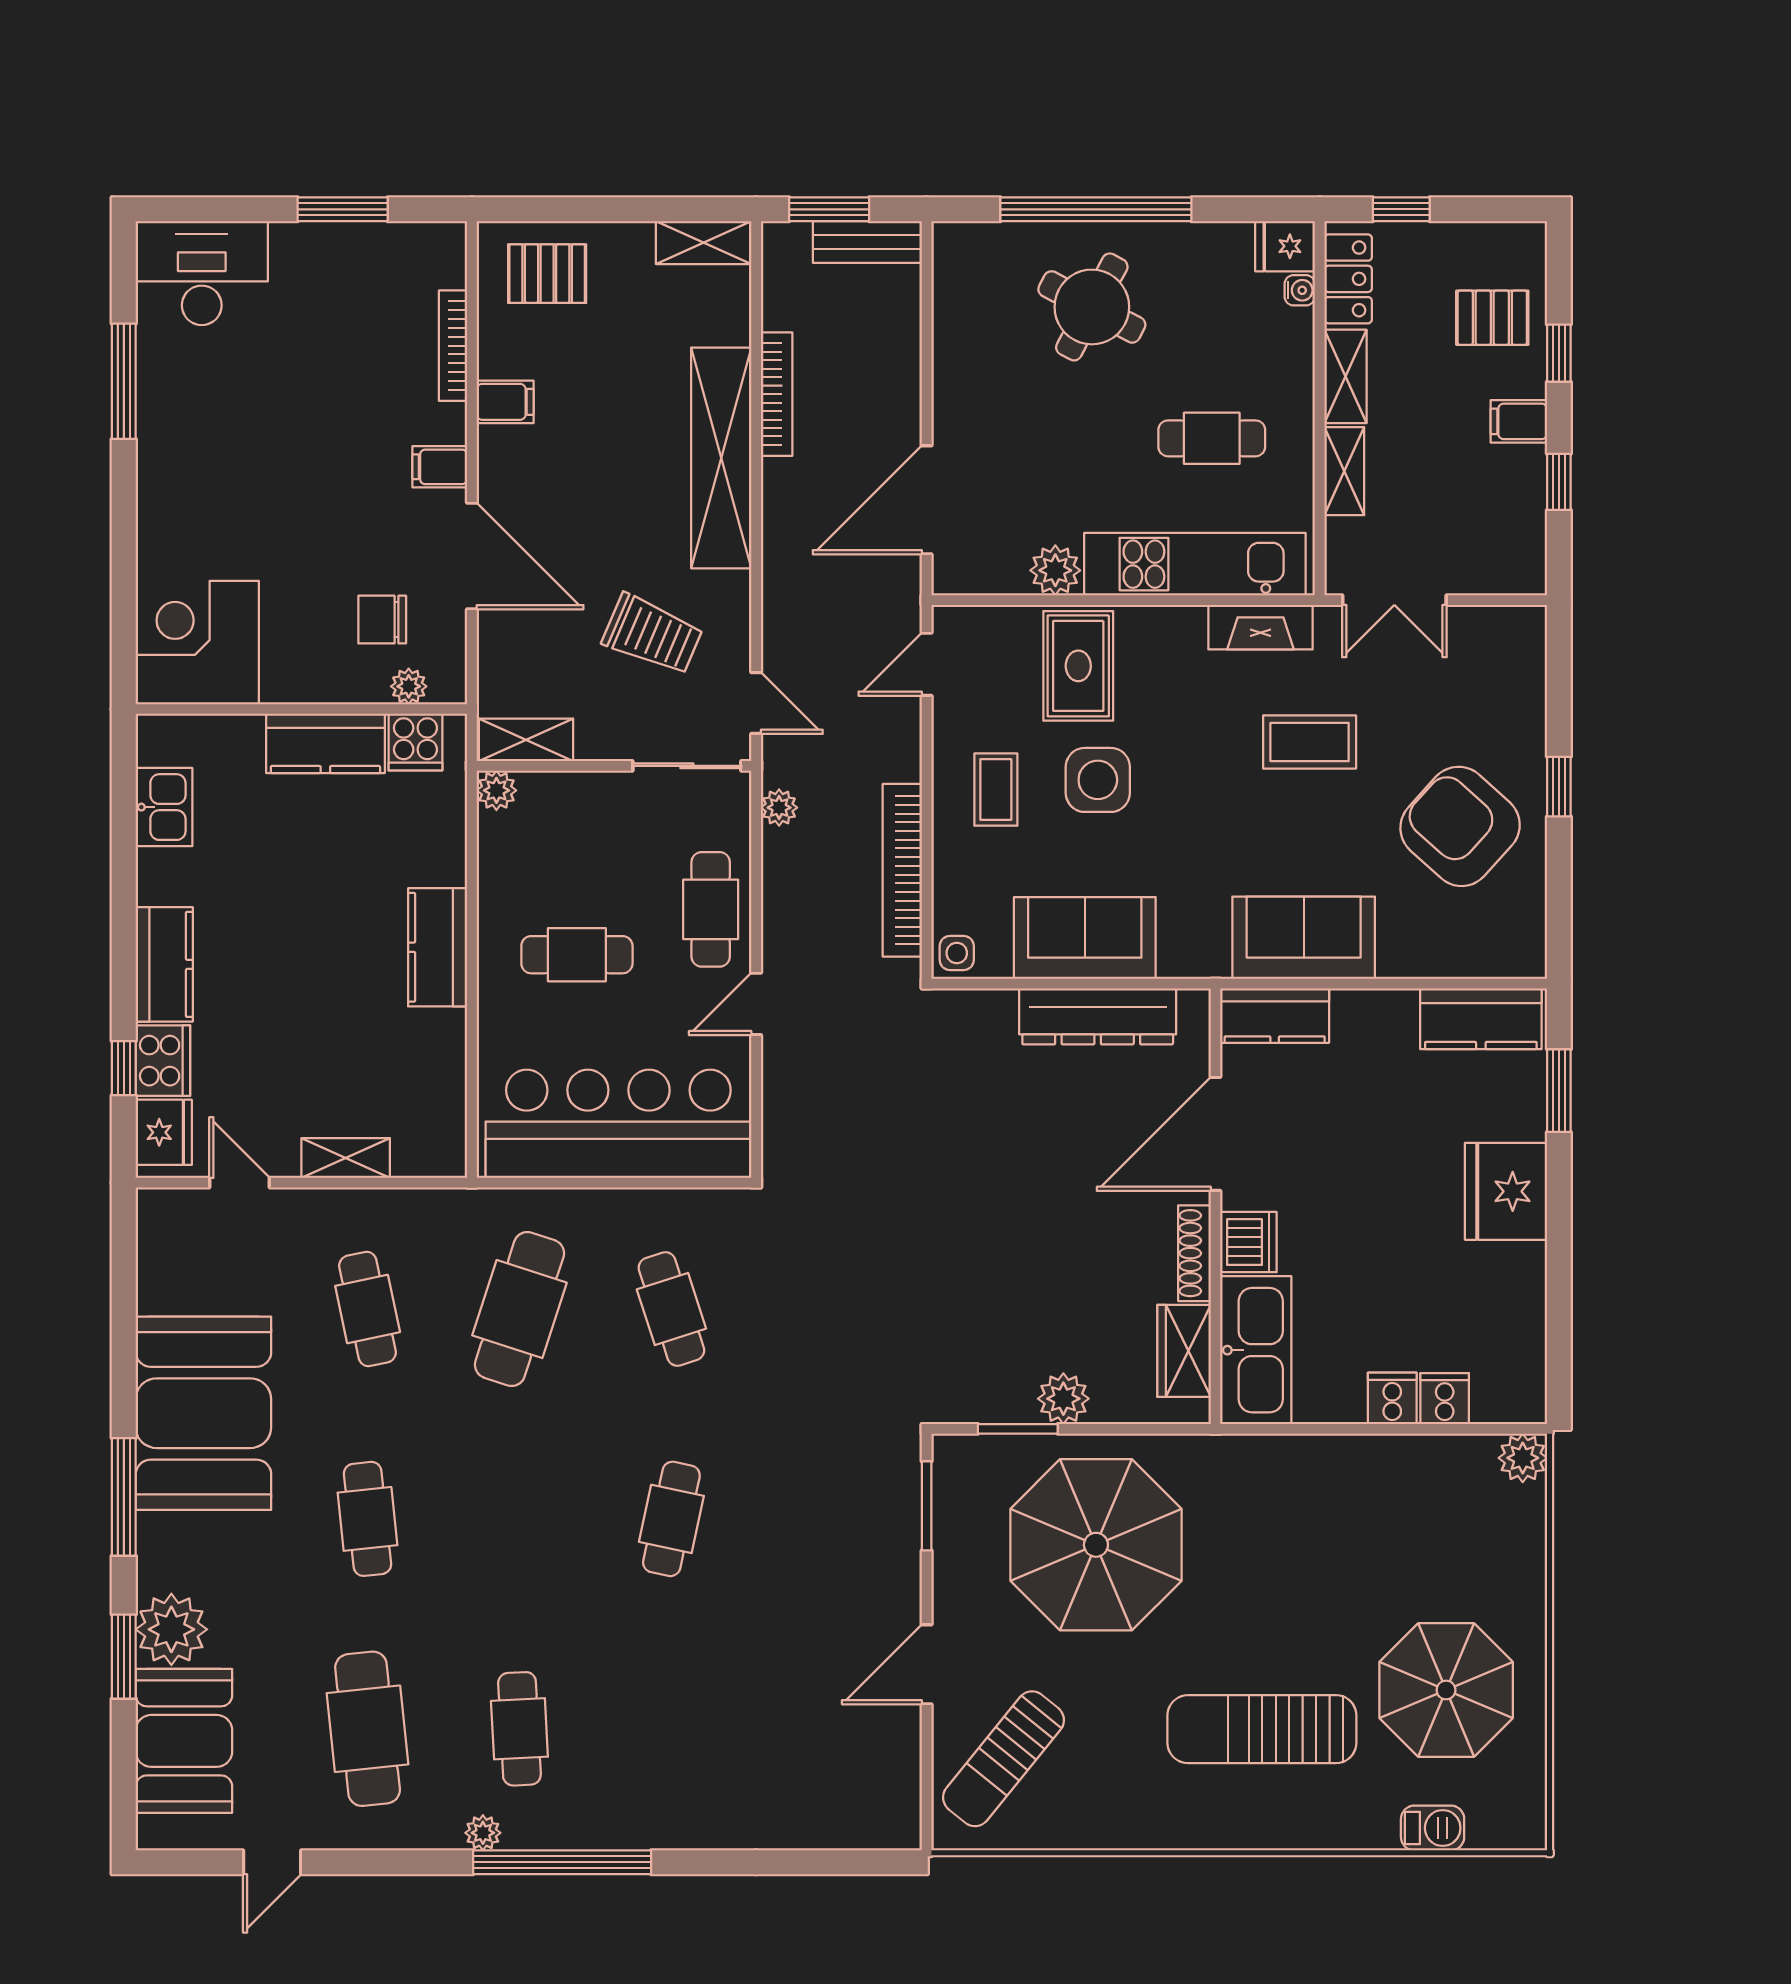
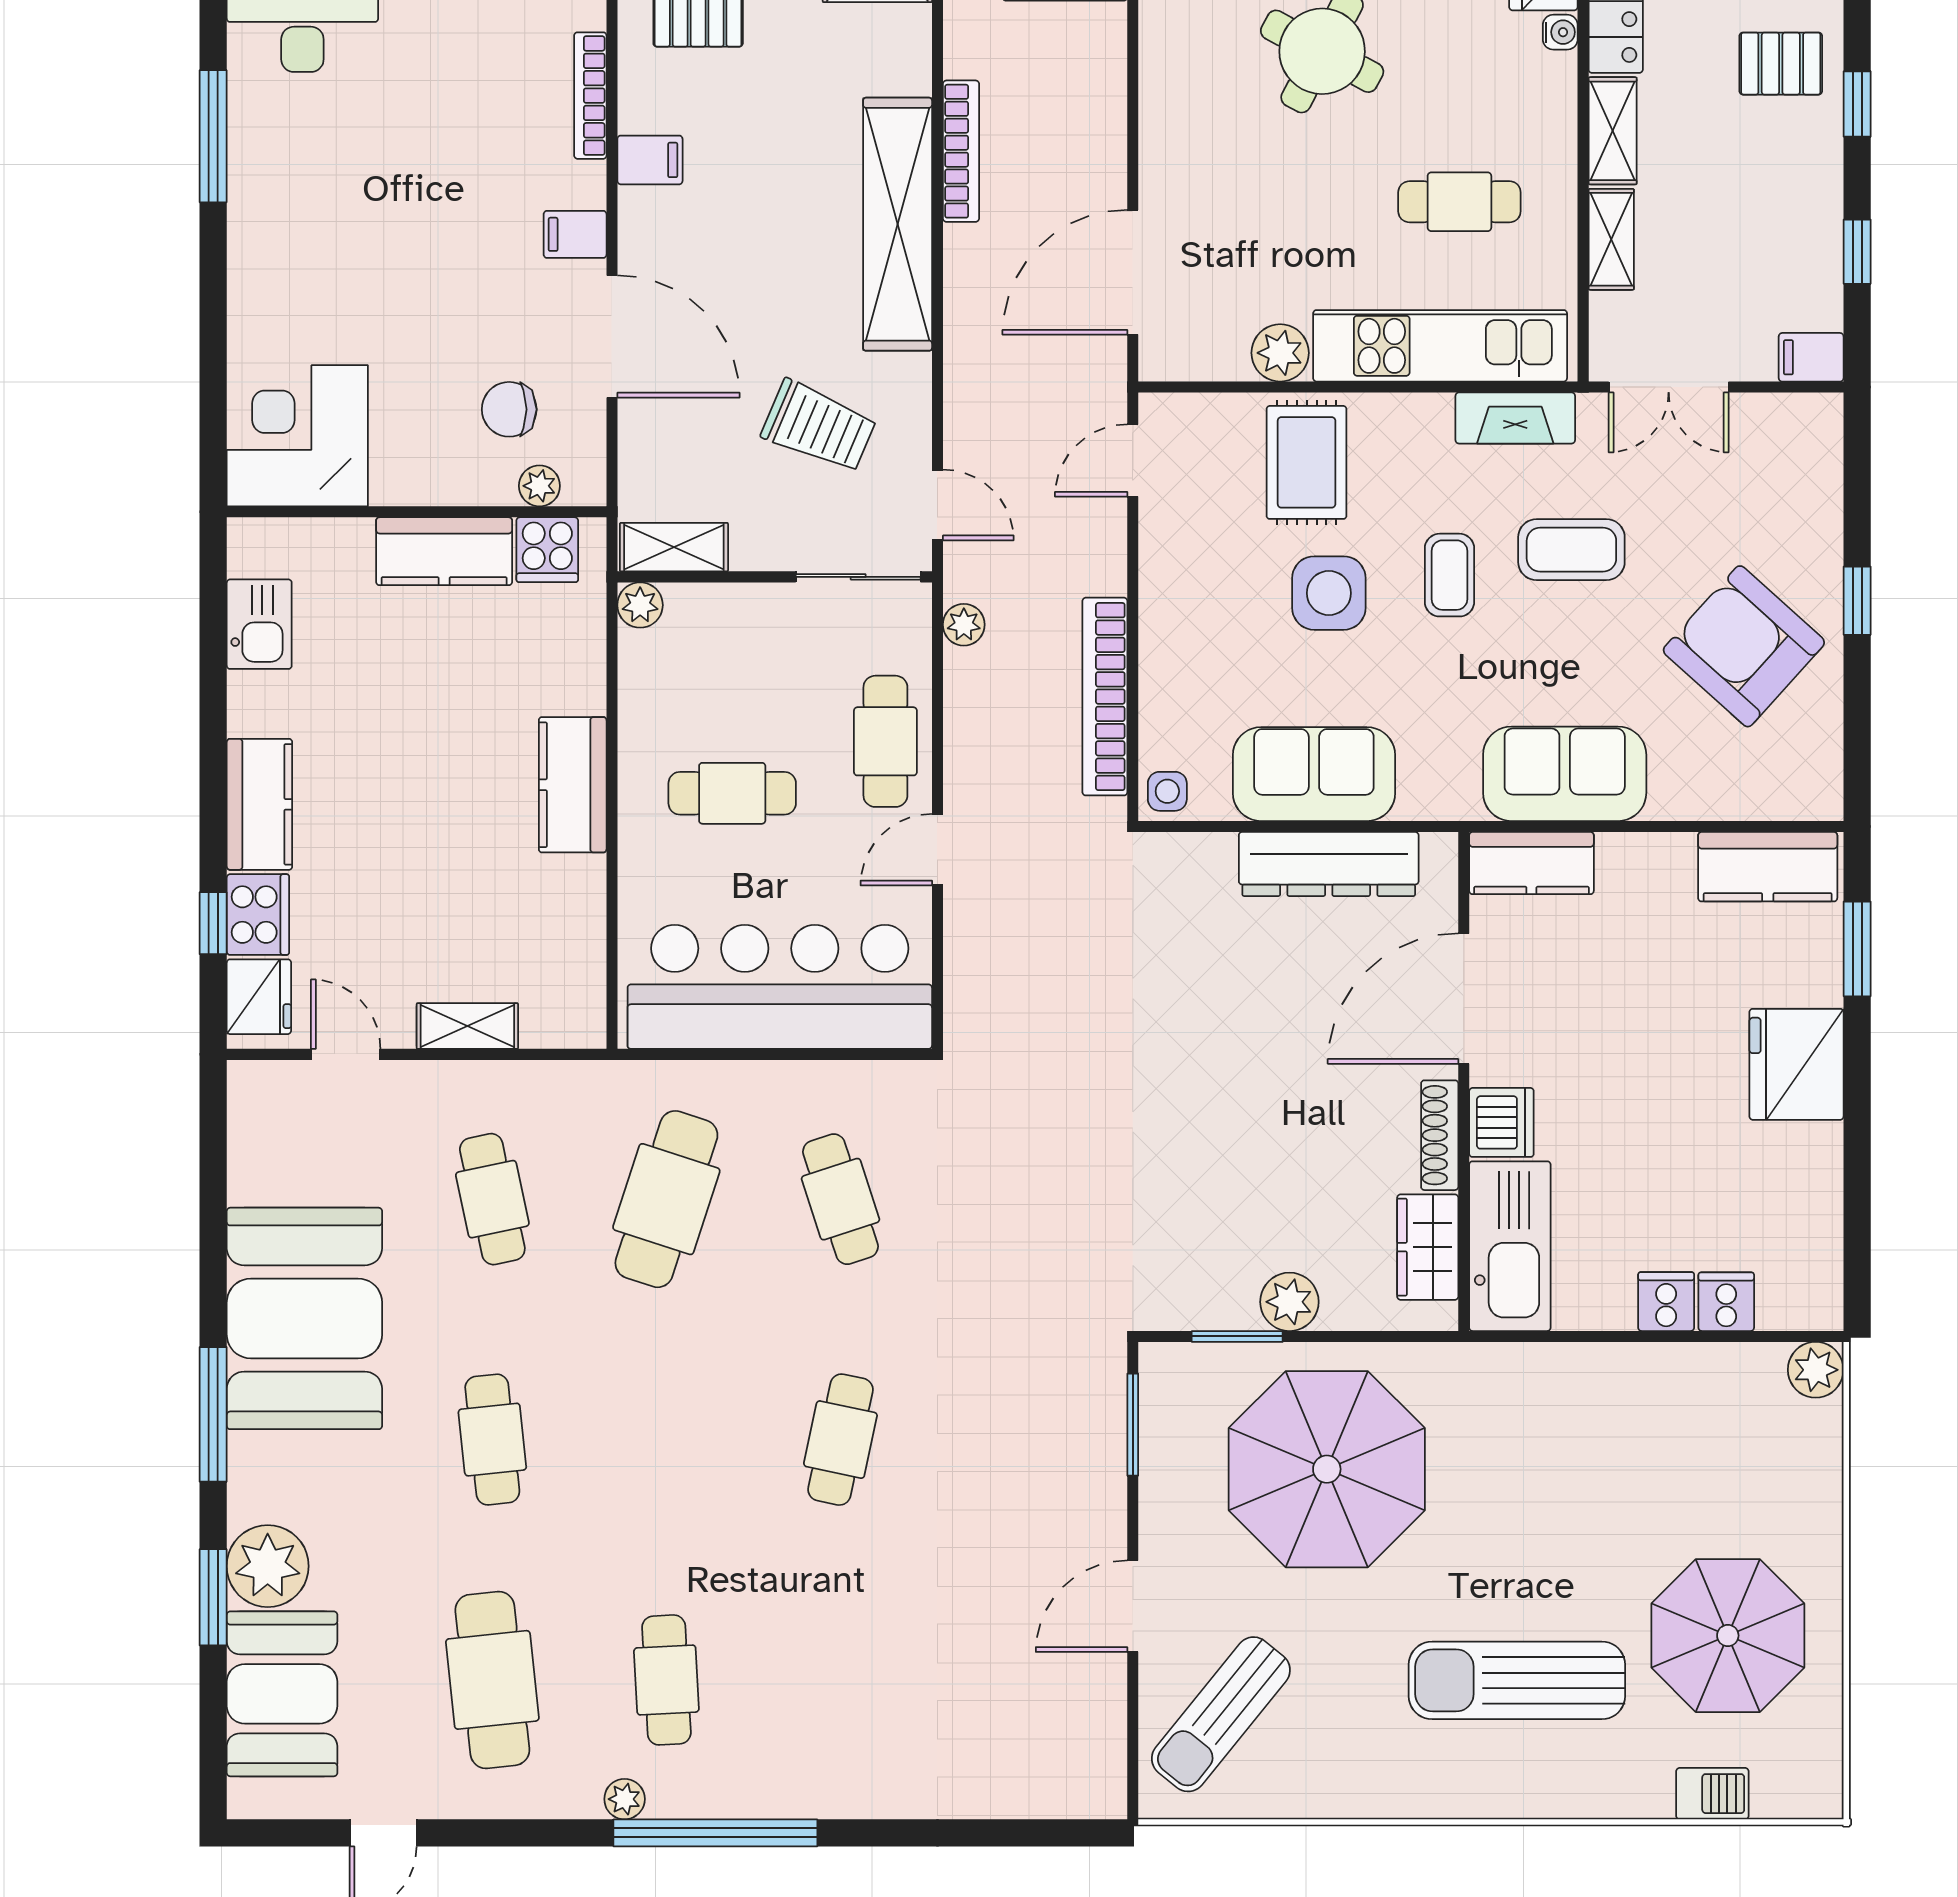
filing cabinet: (1519, 421) -> (1811, 357), moved
coffee table: (996, 790) -> (1449, 575), moved

